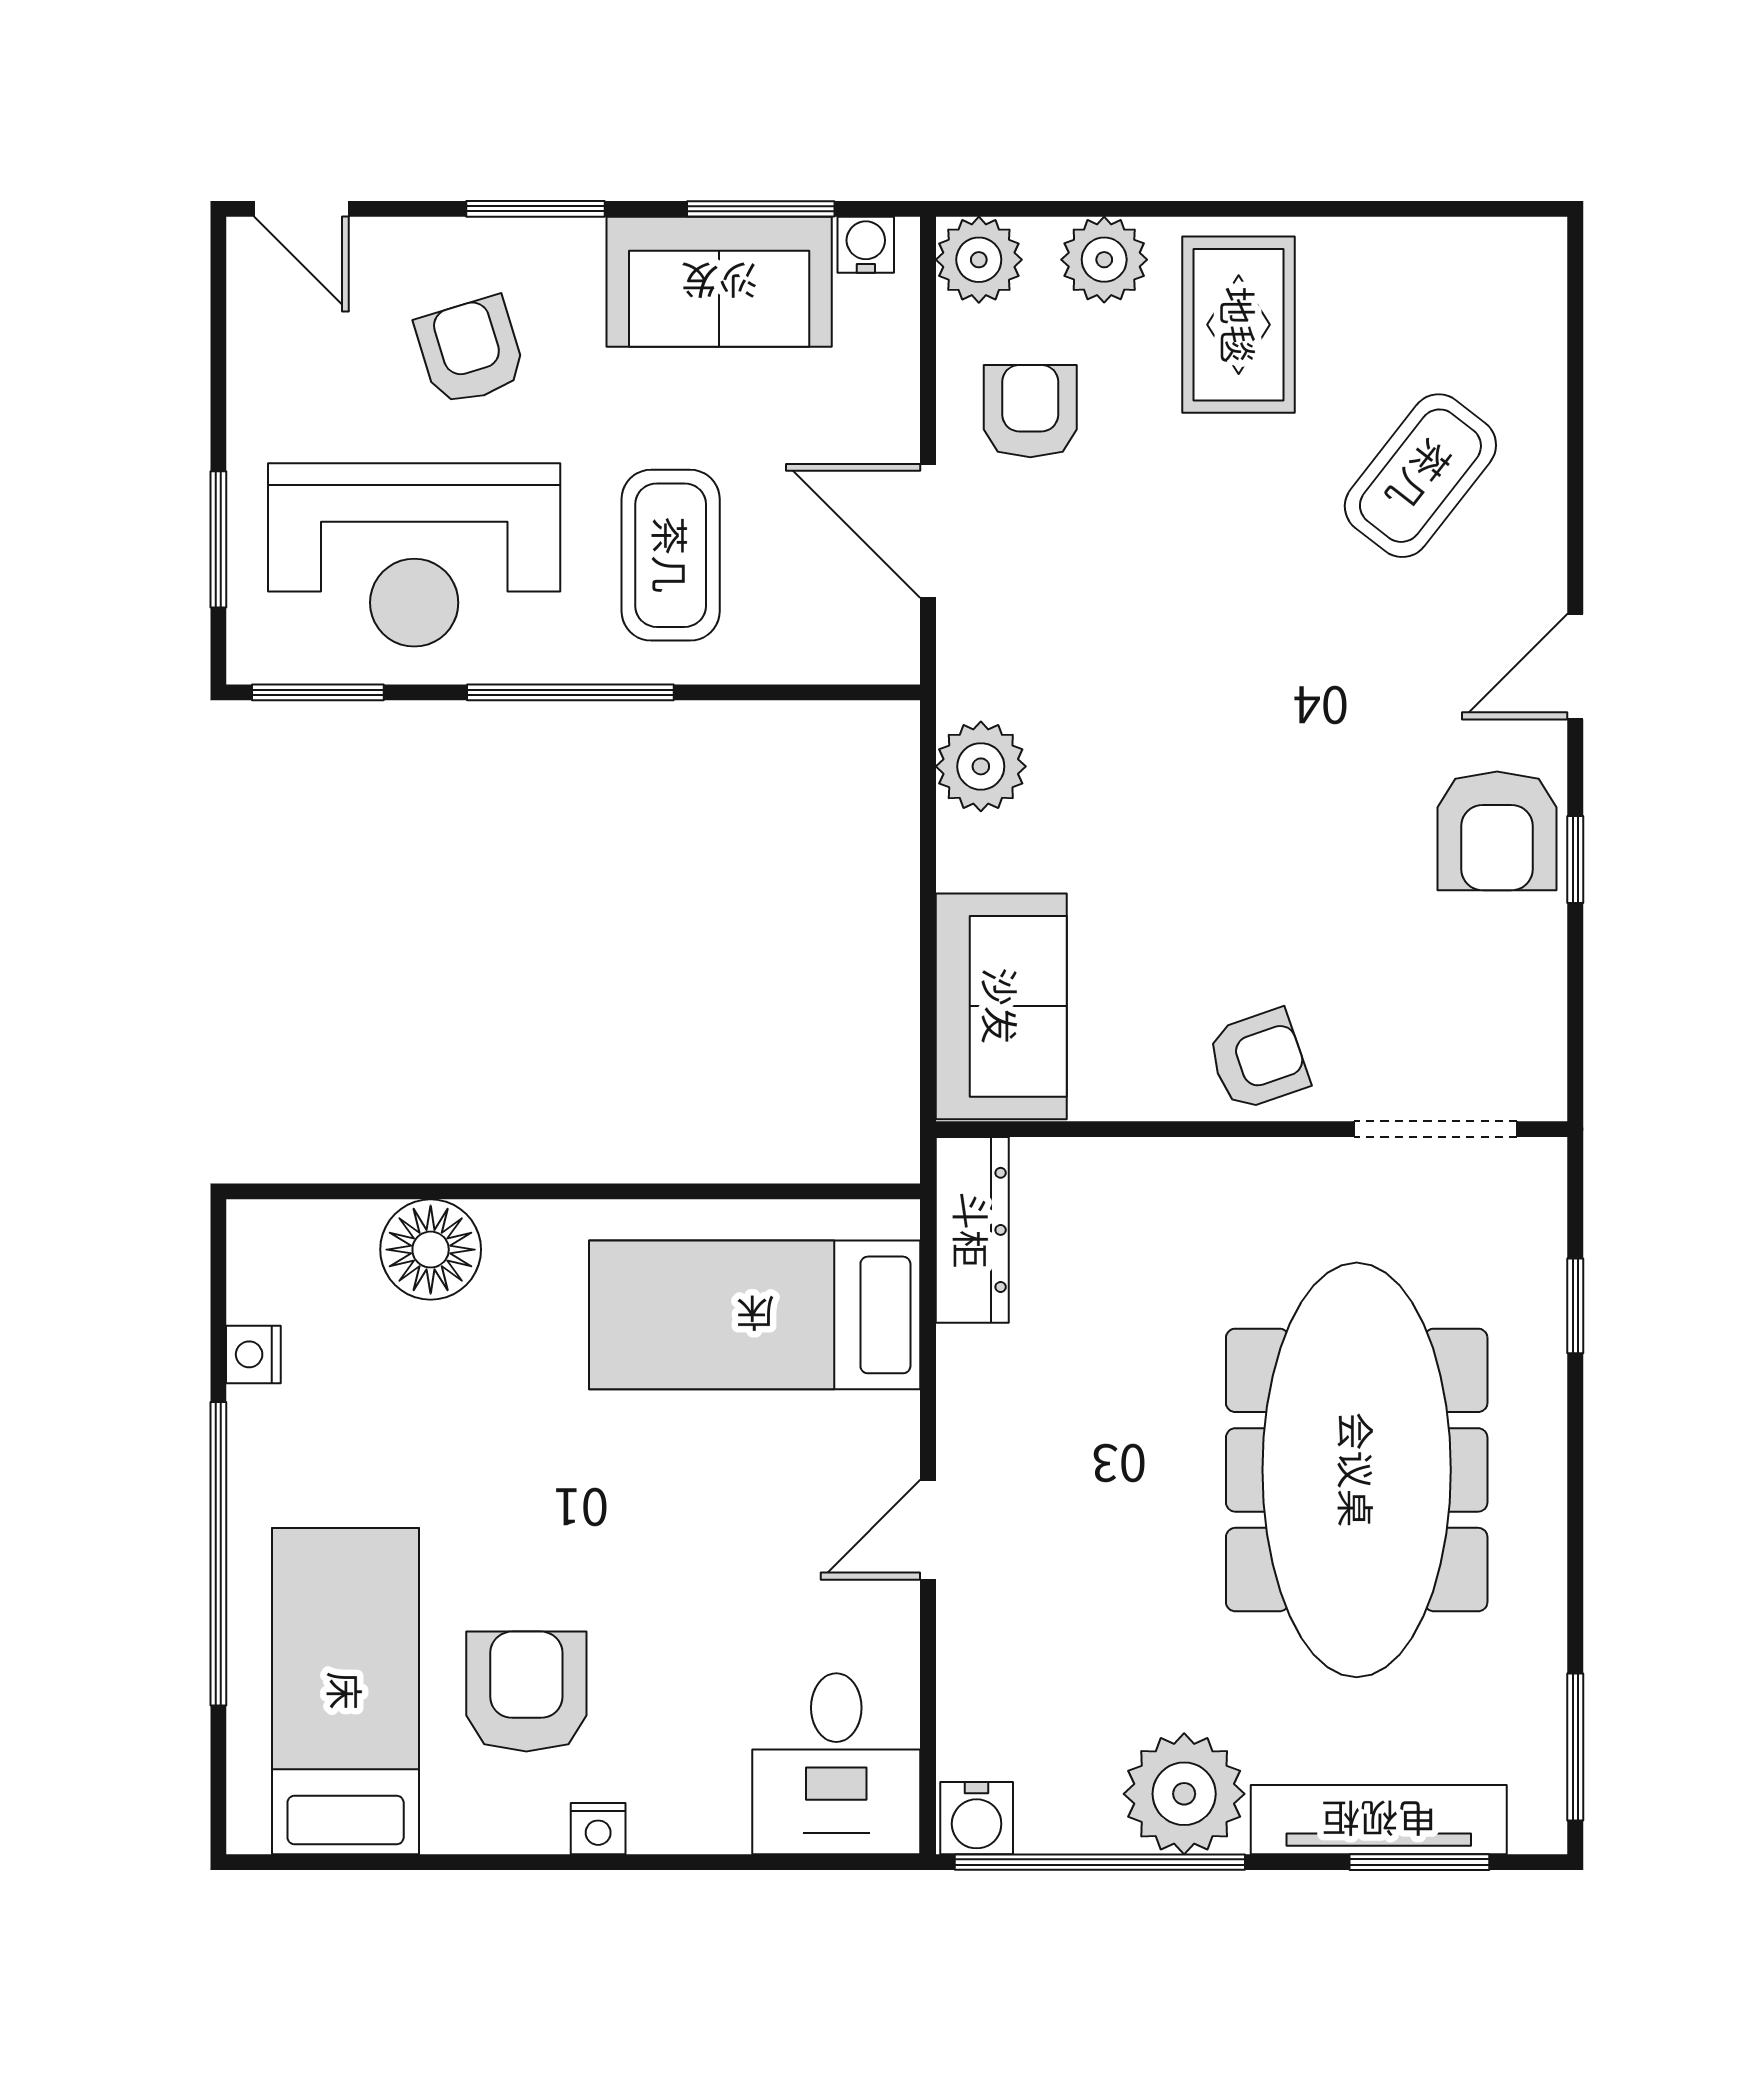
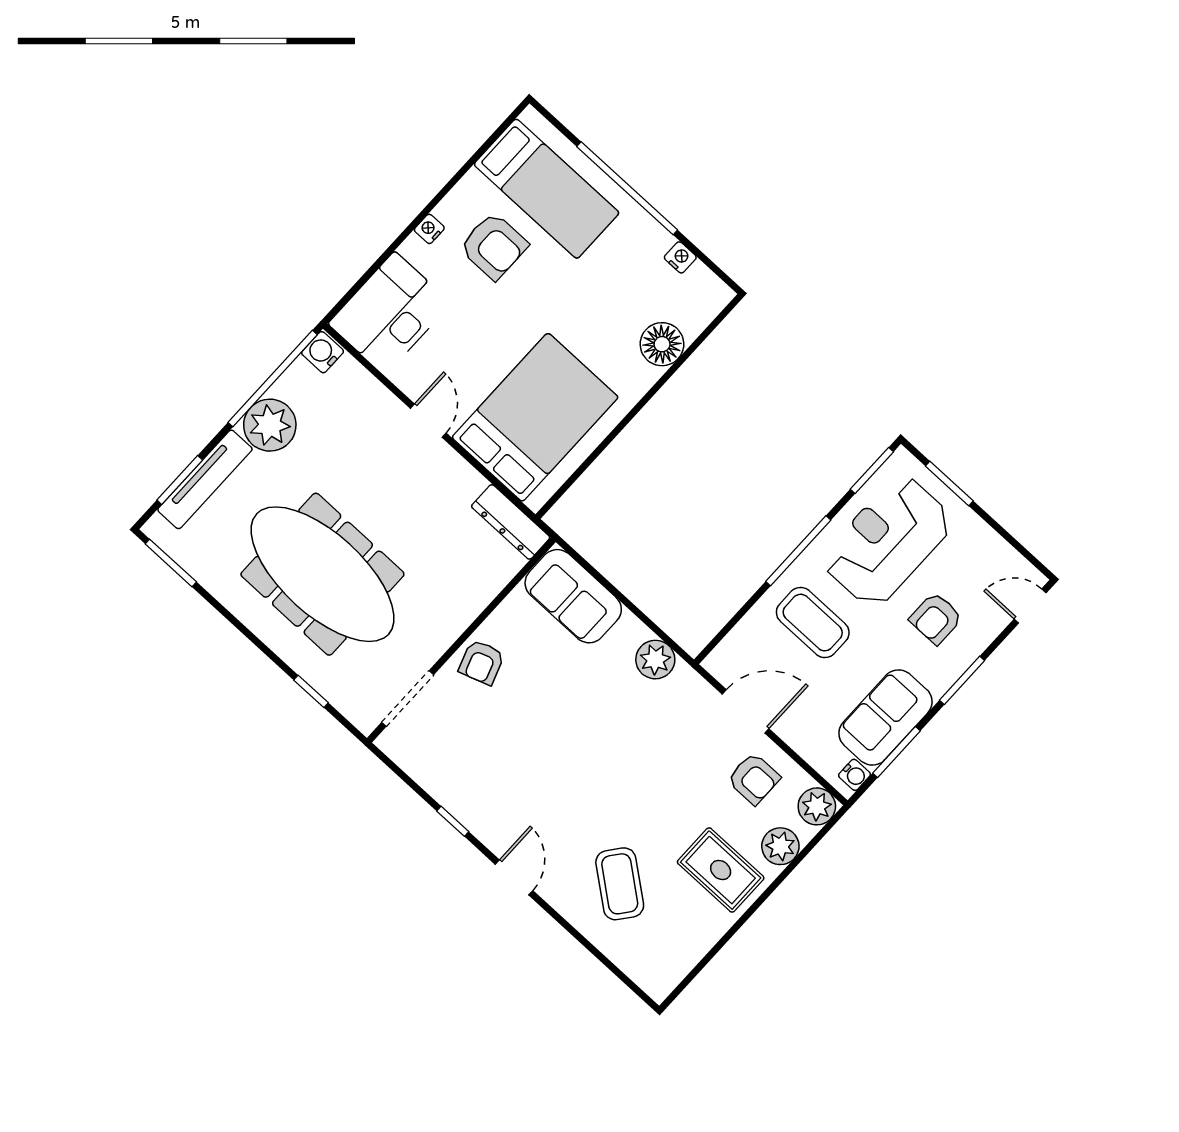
armchair: (470, 351) -> (936, 618), turned 107
armchair: (1497, 831) -> (485, 805), removed
bed: (755, 1315) -> (535, 417), width x1.50
desk: (836, 1764) -> (390, 313), width x1.37

